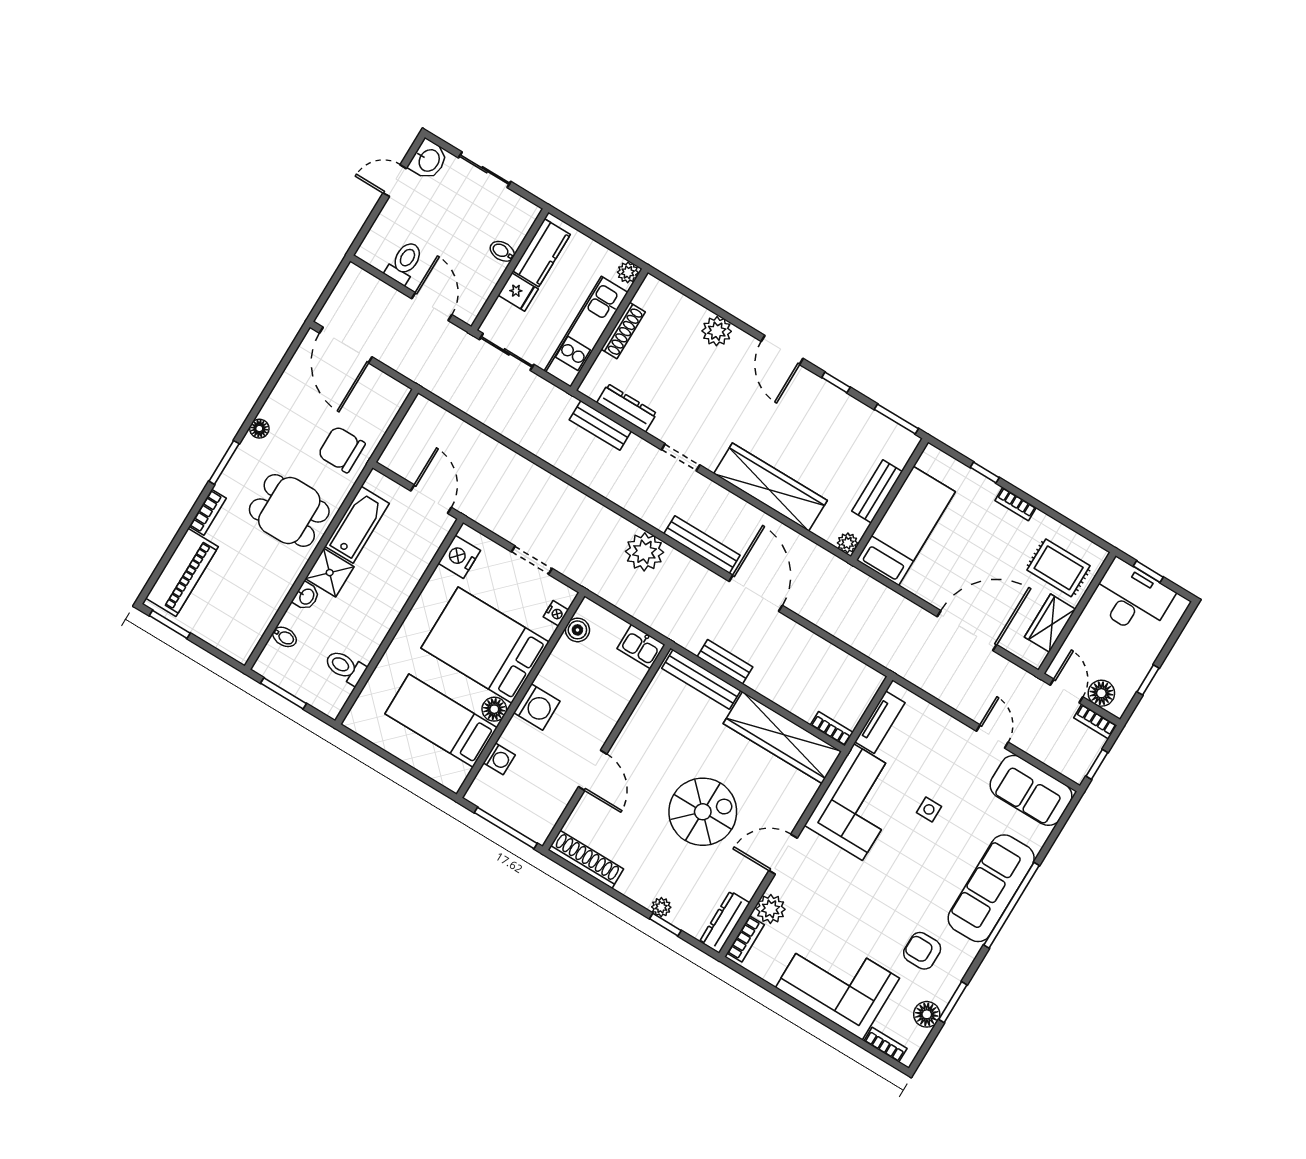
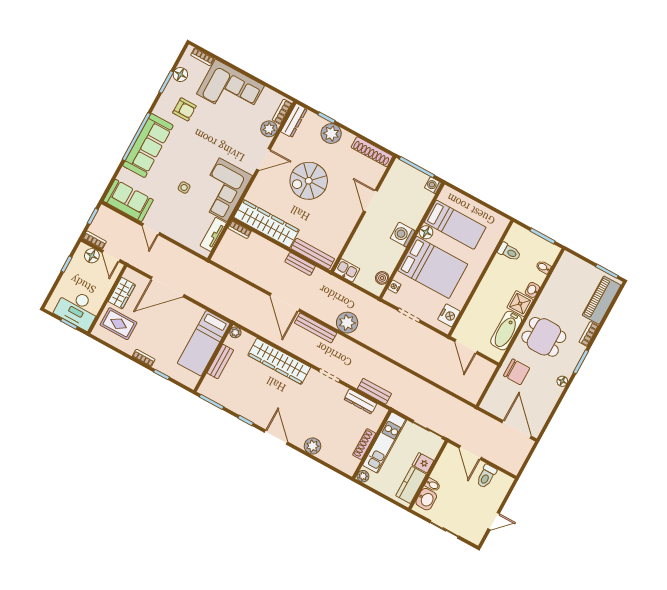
washbasin: (428, 160) -> (426, 499), moved, turned 180
washing machine: (499, 759) -> (433, 185), moved
plant: (661, 907) -> (331, 134), width x1.87, depth x1.87

